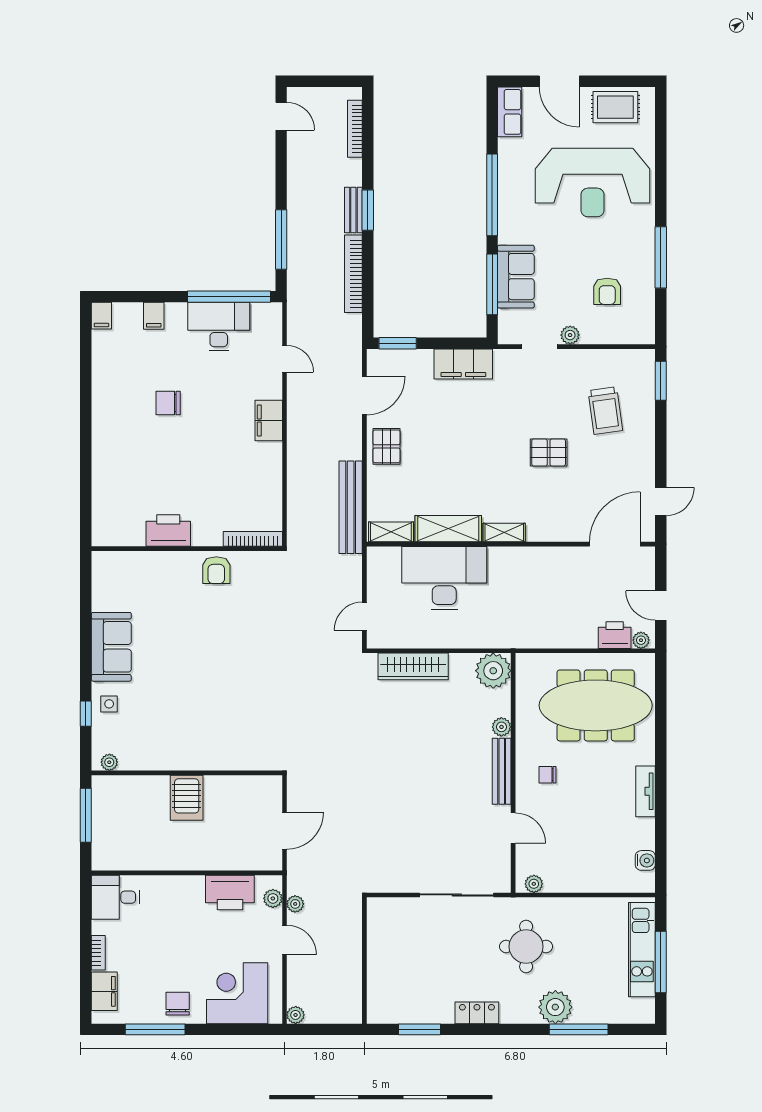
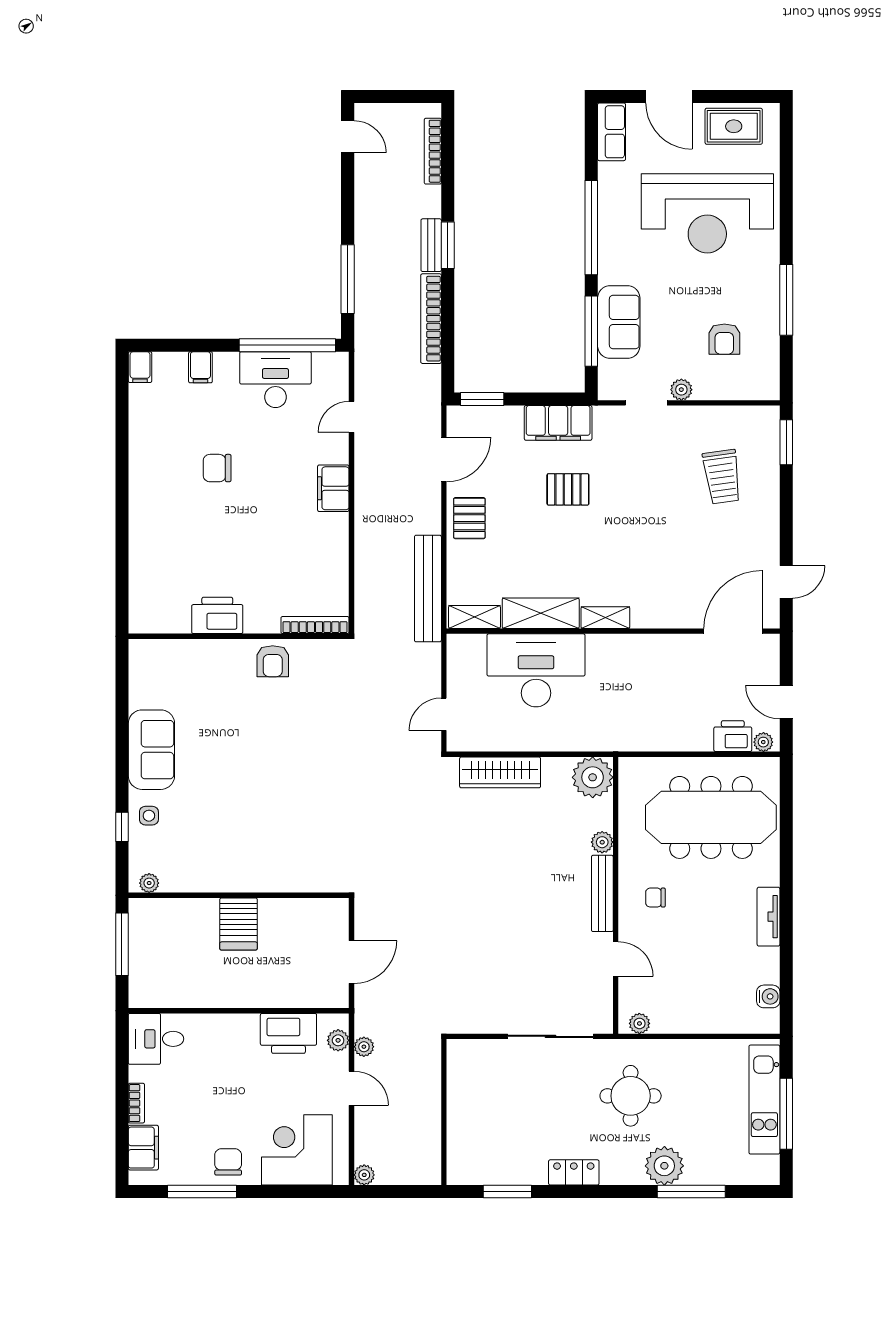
door: (284, 359) -> (351, 417), swing flipped
pallet: (549, 453) -> (568, 489), moved

